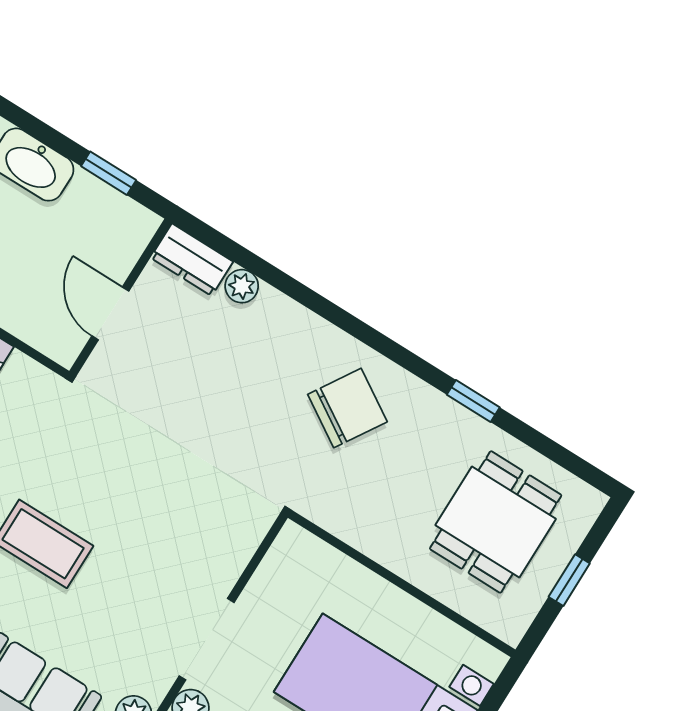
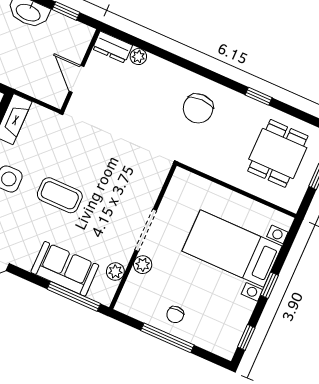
chair: (347, 408) -> (198, 108), turned 148

